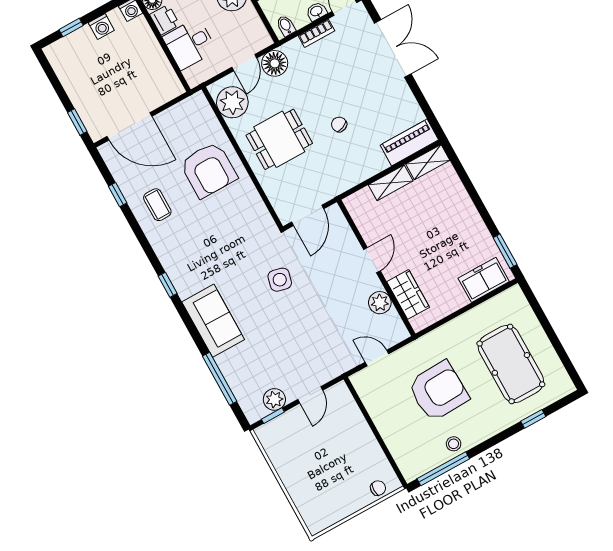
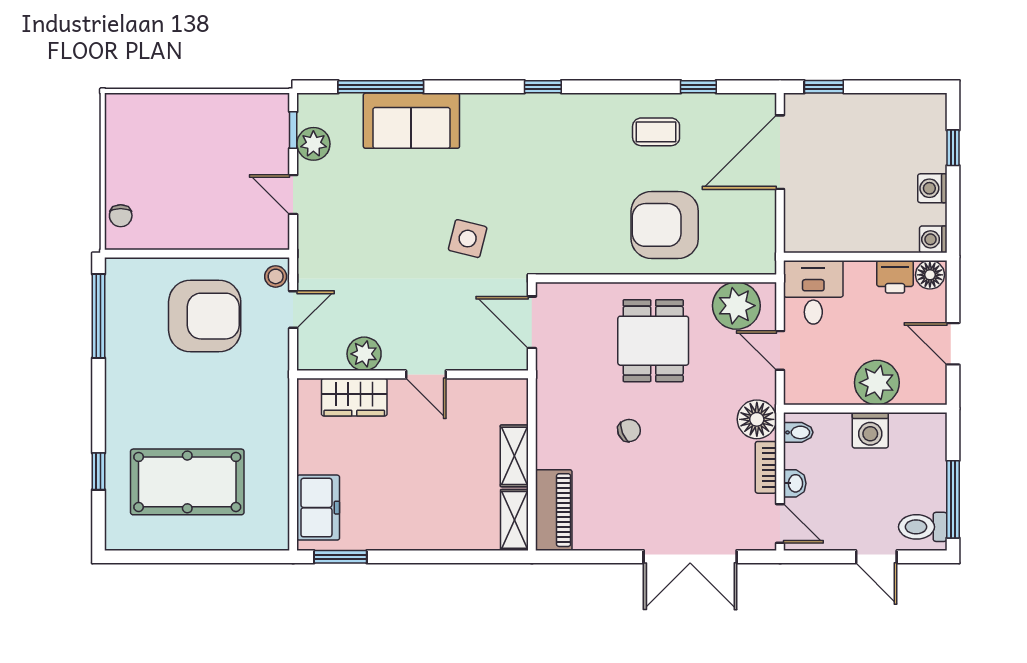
desk: (190, 44) -> (813, 292), moved
floor lamp: (275, 63) -> (757, 419), moved
sofa: (213, 321) -> (411, 121), moved
armchair: (438, 391) -> (205, 316), moved, turned -88
stool: (454, 444) -> (276, 276), moved

